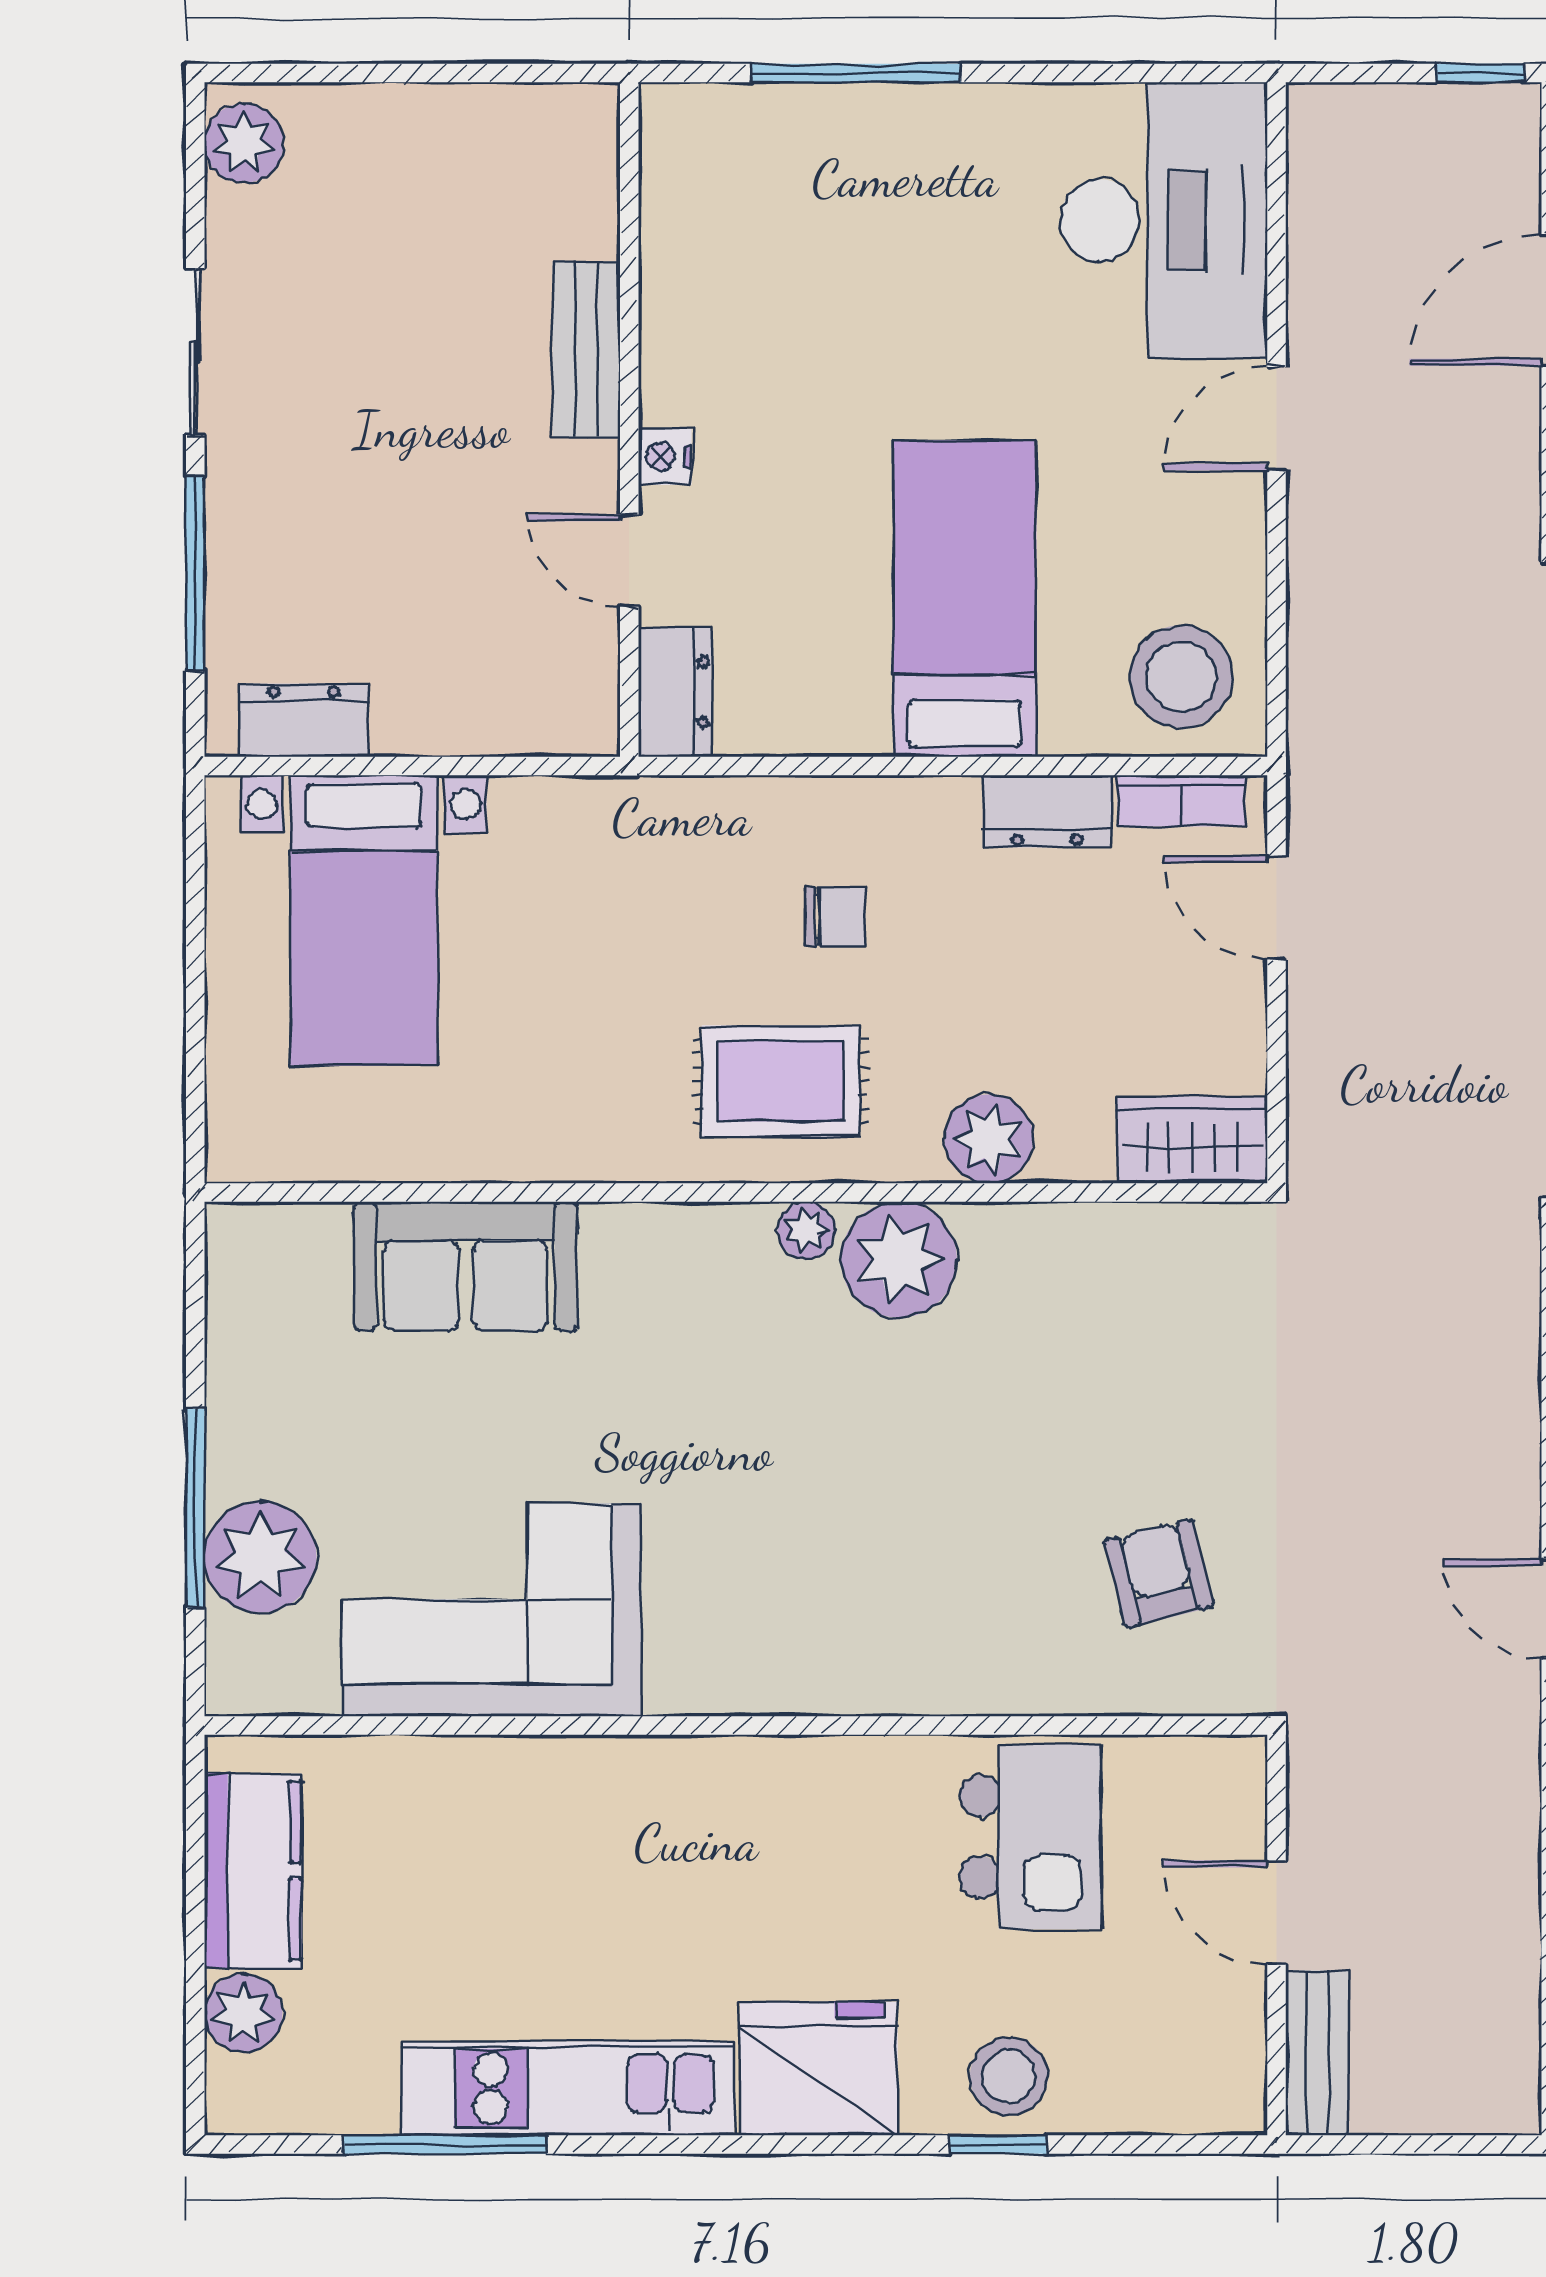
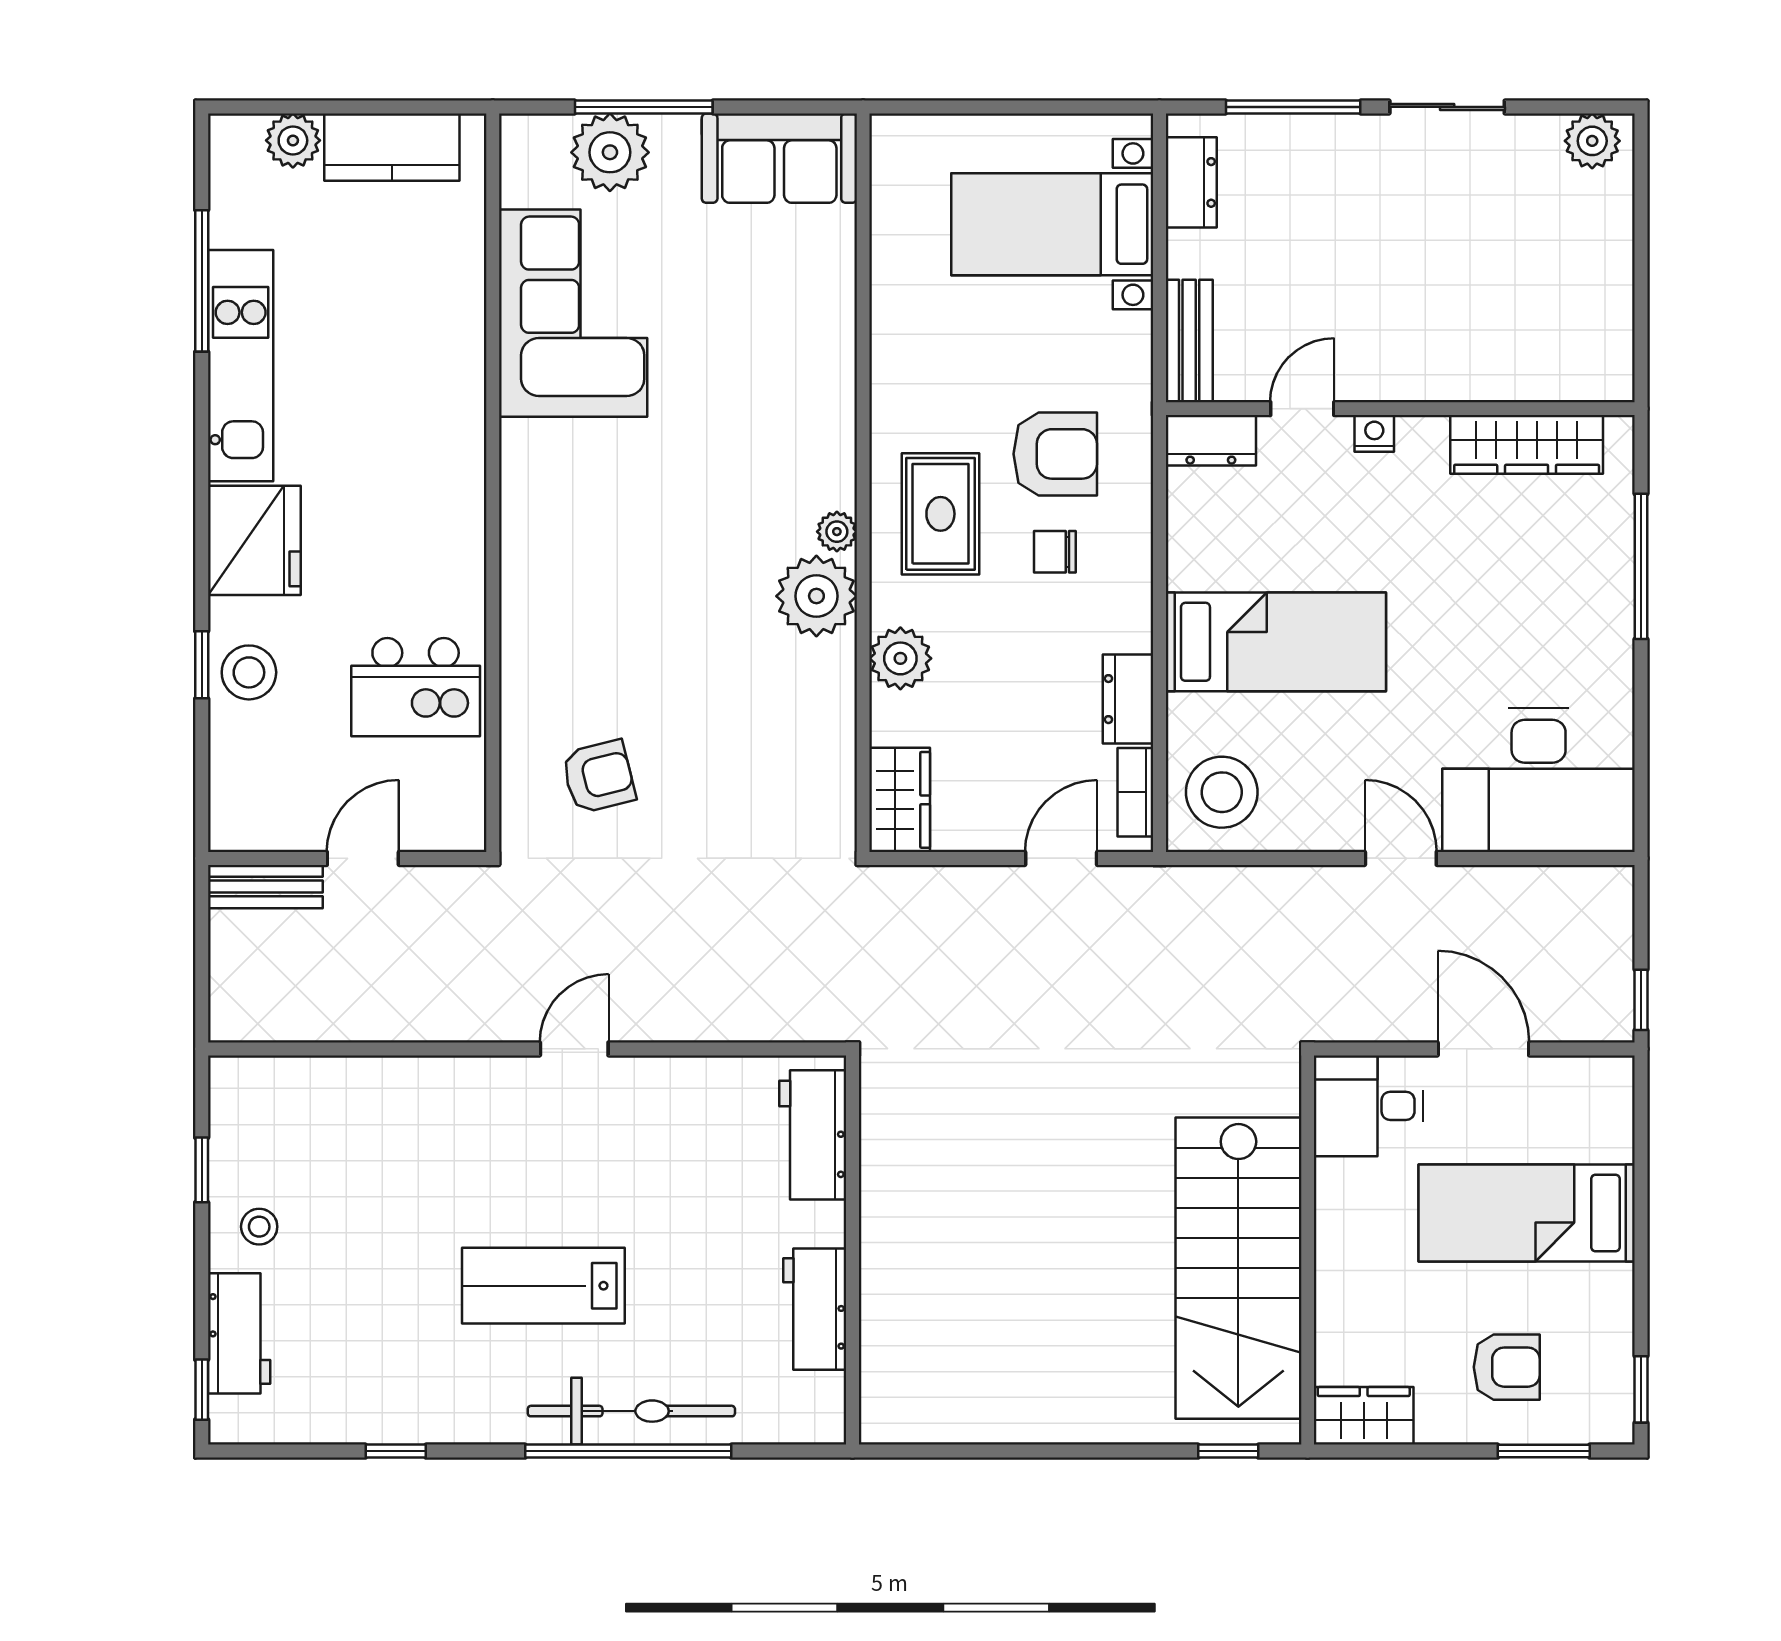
wardrobe: (681, 238) -> (1527, 444), added
bench: (586, 350) -> (1189, 341), moved, turned 90
armchair: (695, 916) -> (1055, 454), added
chair: (835, 917) -> (1055, 552), turned 90
sofa: (466, 1266) -> (779, 158), moved, turned -90

